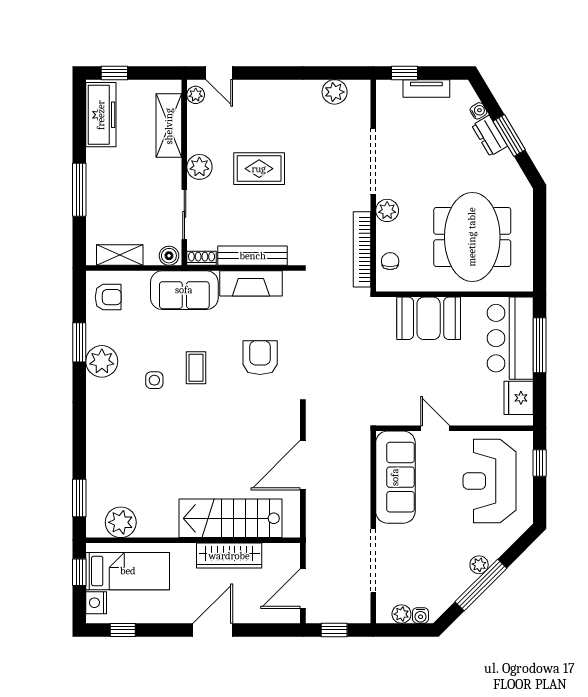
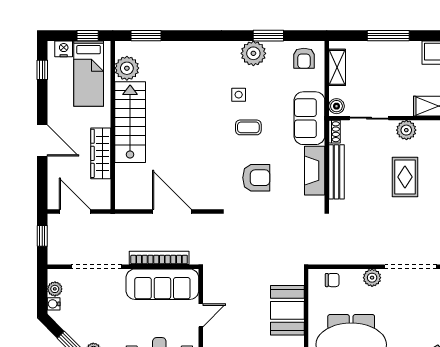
bookcase: (362, 249) -> (159, 258), moved
stairs: (231, 518) -> (130, 122), moved

